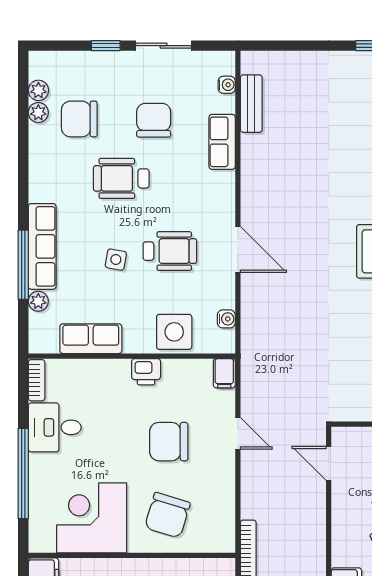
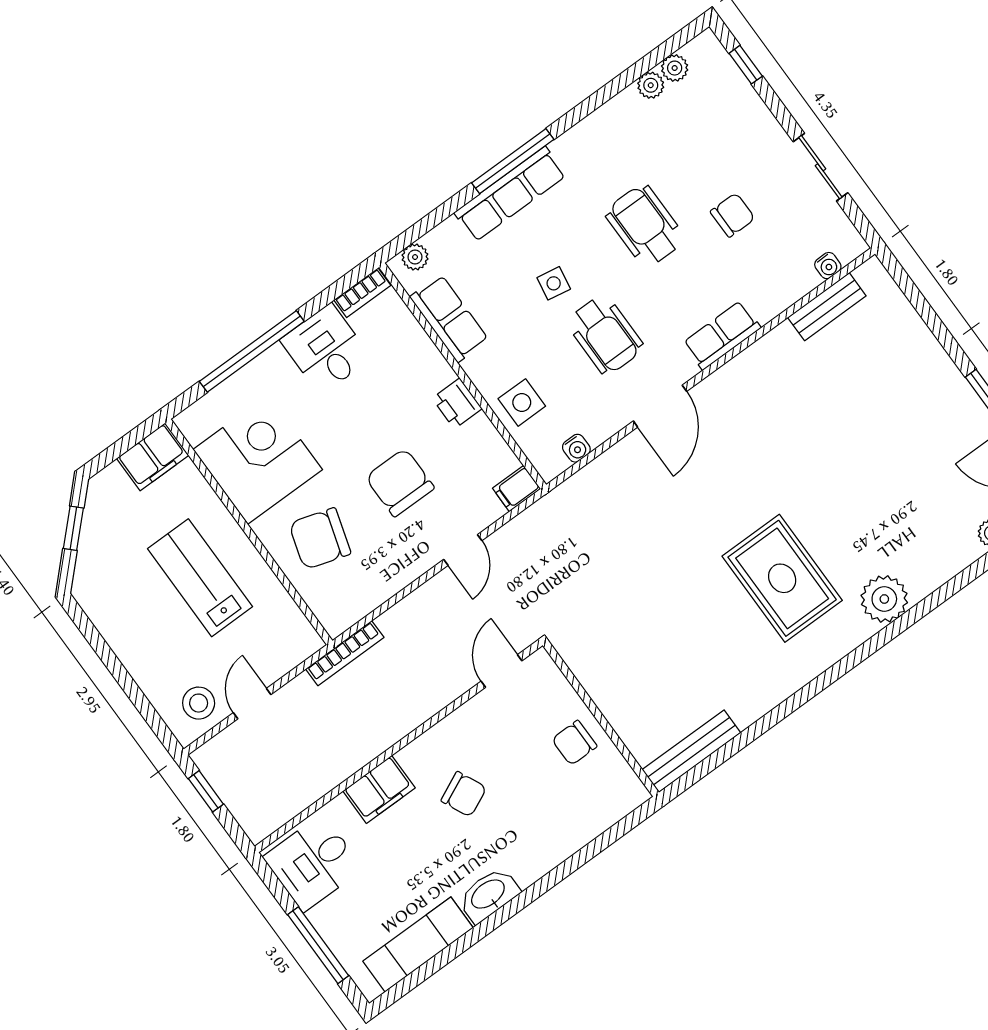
window: (106, 46) -> (746, 65), moved
chair: (79, 119) -> (676, 134), removed
chair: (154, 120) -> (733, 215), width x0.73, depth x0.73
row of seats: (222, 142) -> (722, 335), moved
window: (23, 265) -> (513, 161), moved
plant: (38, 301) -> (415, 257), moved
side table: (174, 332) -> (522, 402), width x0.73, depth x0.73

